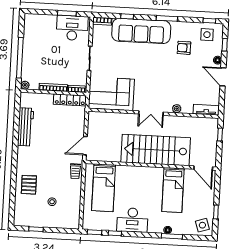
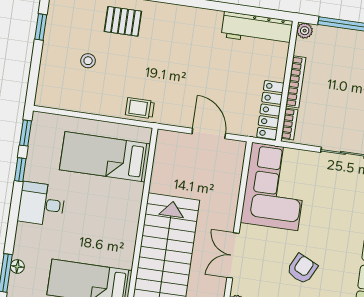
armchair: (155, 75) -> (302, 269), added
workbench: (26, 127) -> (257, 29), moved
door: (85, 146) -> (209, 134), moved
desk: (132, 220) -> (41, 204), width x0.73

